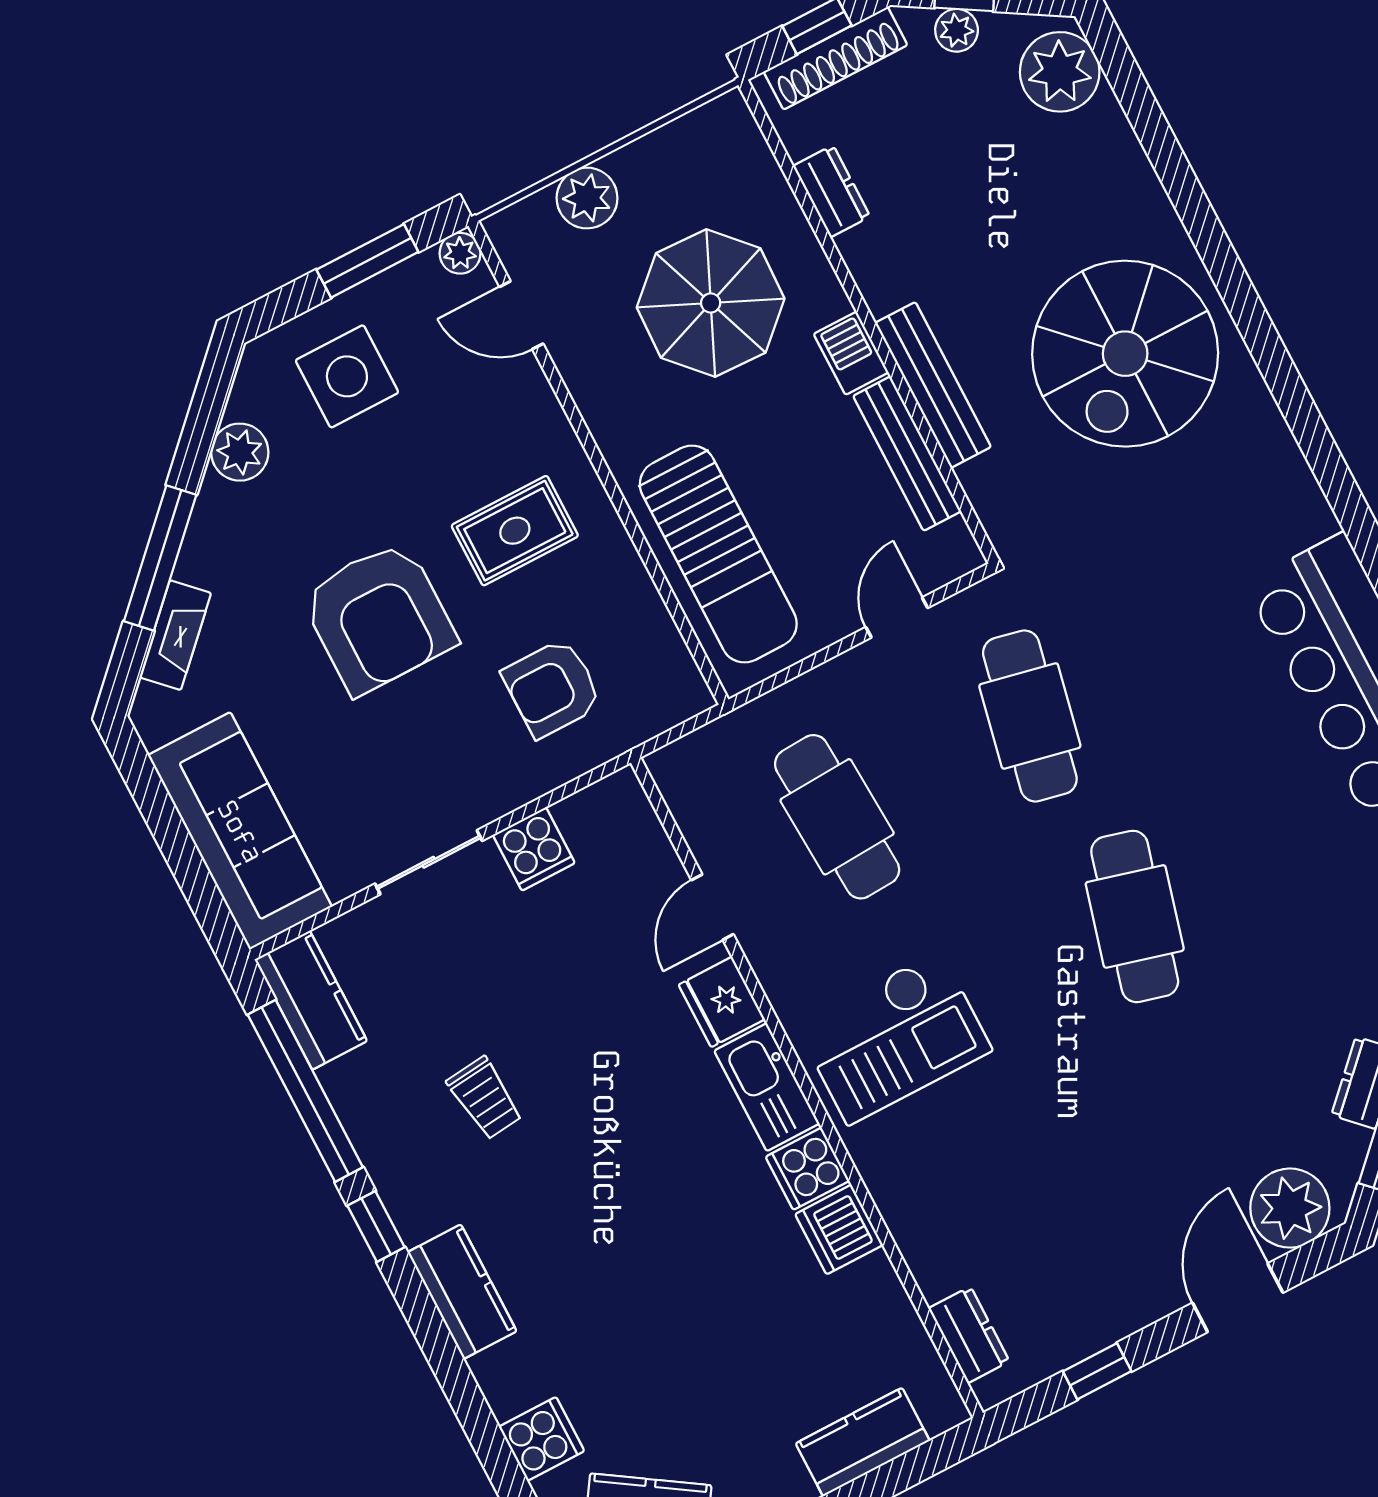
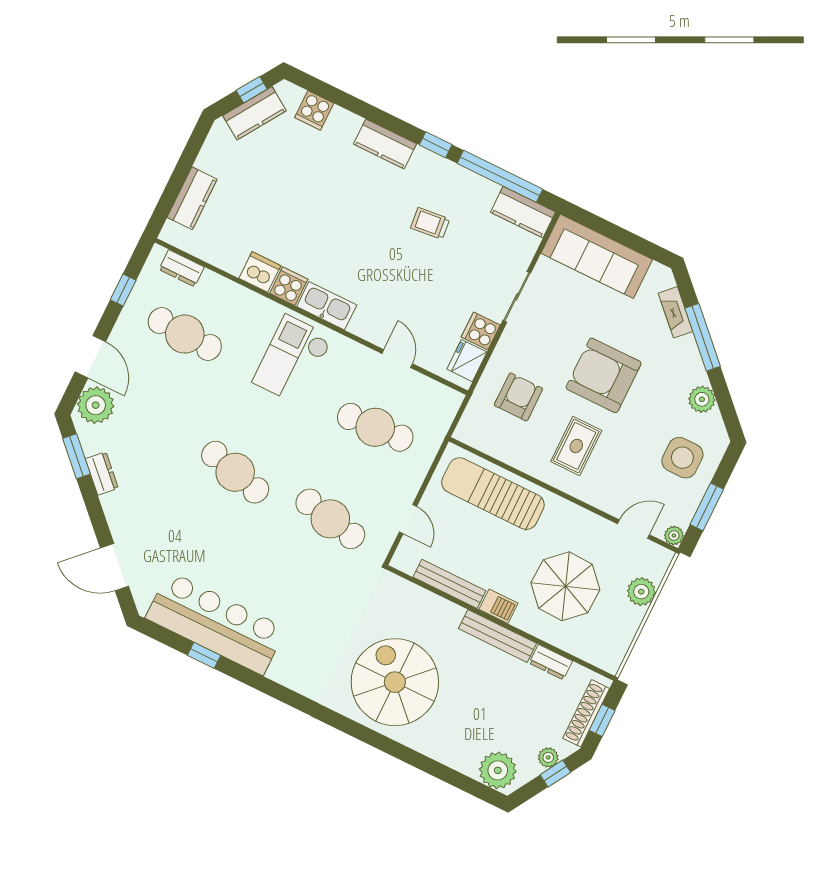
bench: (933, 385) -> (497, 636), moved
fridge: (722, 1002) -> (467, 361), moved, turned -90
cafe table: (1047, 1218) -> (185, 334), added

